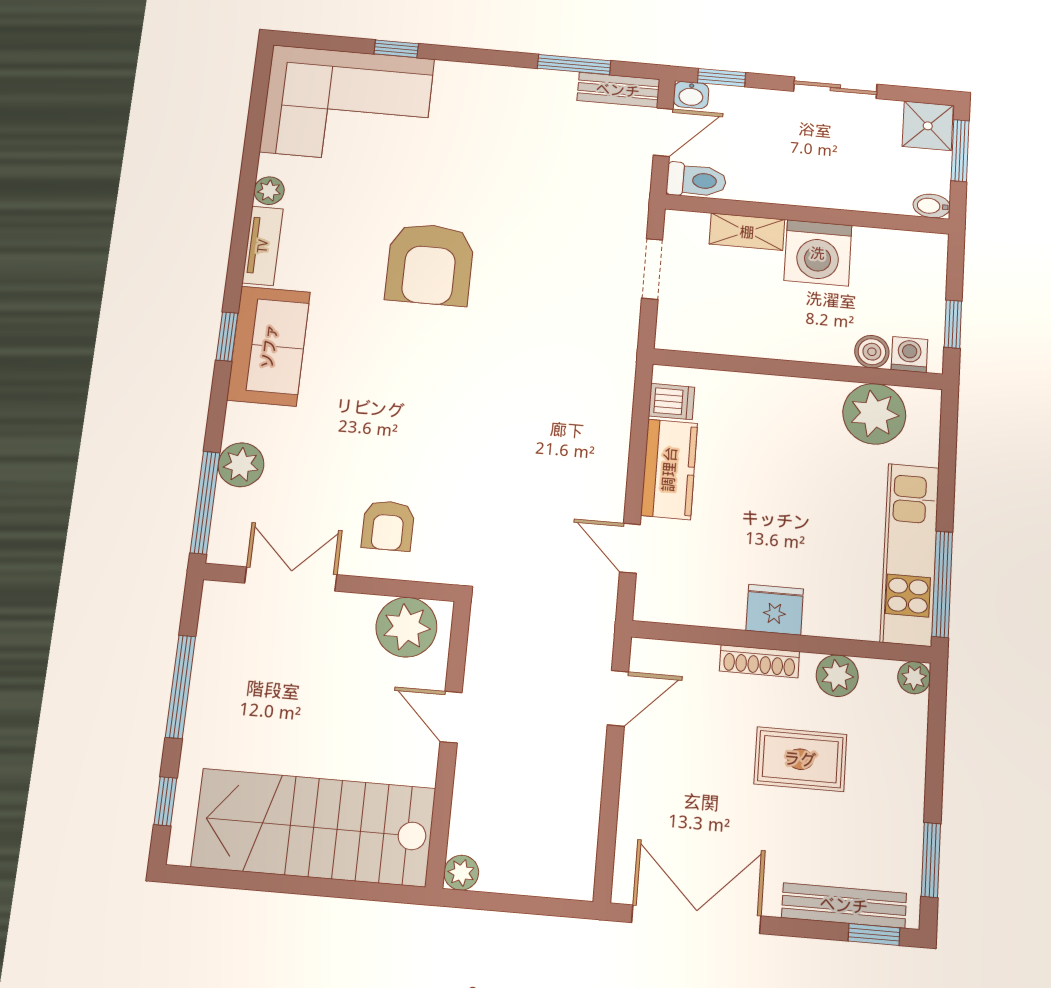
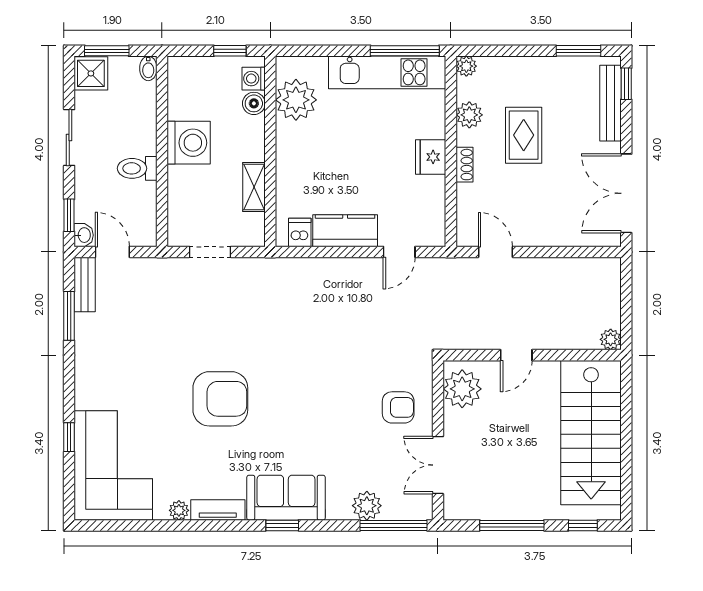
toilet: (696, 180) -> (137, 168), moved, turned -90
shelving: (747, 232) -> (254, 187), moved
shoe rack: (759, 661) -> (464, 165), width x0.70

